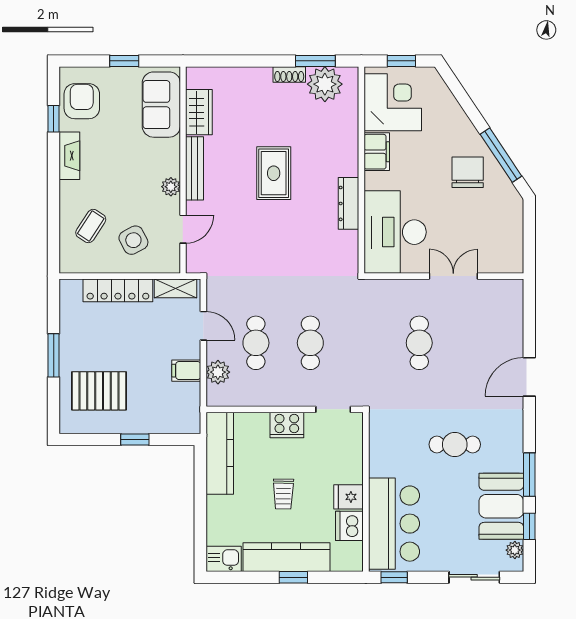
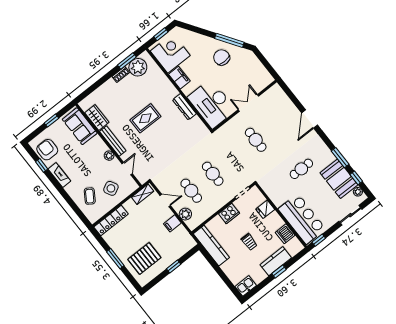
rug: (274, 173) -> (145, 118), turned 90
locker: (118, 290) -> (111, 220), moved
fridge: (349, 497) -> (265, 209), moved
kitchen counter: (286, 557) -> (276, 261), width x0.67

